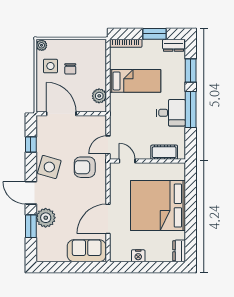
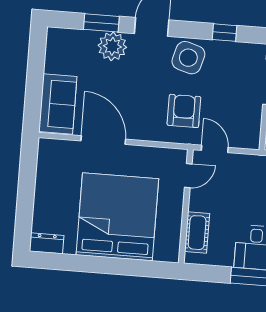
nightstand: (138, 256) -> (44, 181), removed

